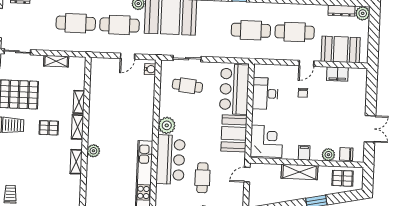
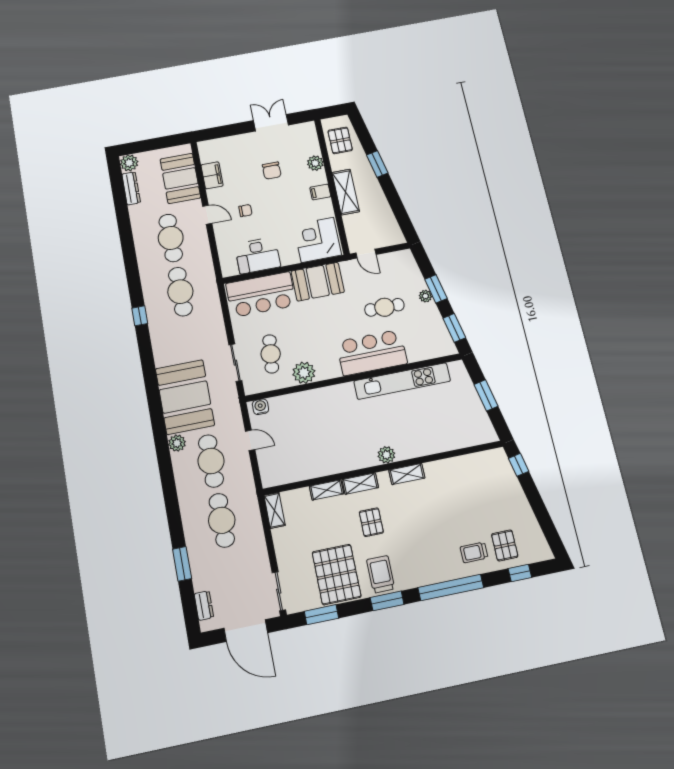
shelving: (56, 61) -> (275, 510), moved
plant: (167, 125) -> (304, 373), moved
chair: (346, 154) -> (272, 171), moved

